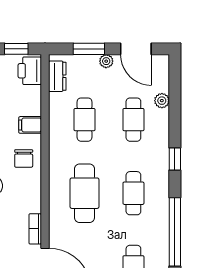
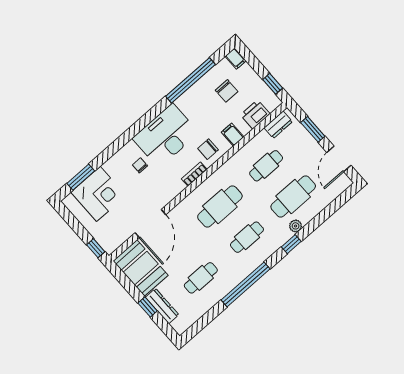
plant: (106, 61) -> (315, 147), removed
printer: (30, 71) -> (255, 114), moved
plant: (162, 101) -> (296, 226), moved
cafe table: (133, 120) -> (293, 196), width x1.37, depth x1.35
bookcase: (35, 229) -> (194, 174), moved

